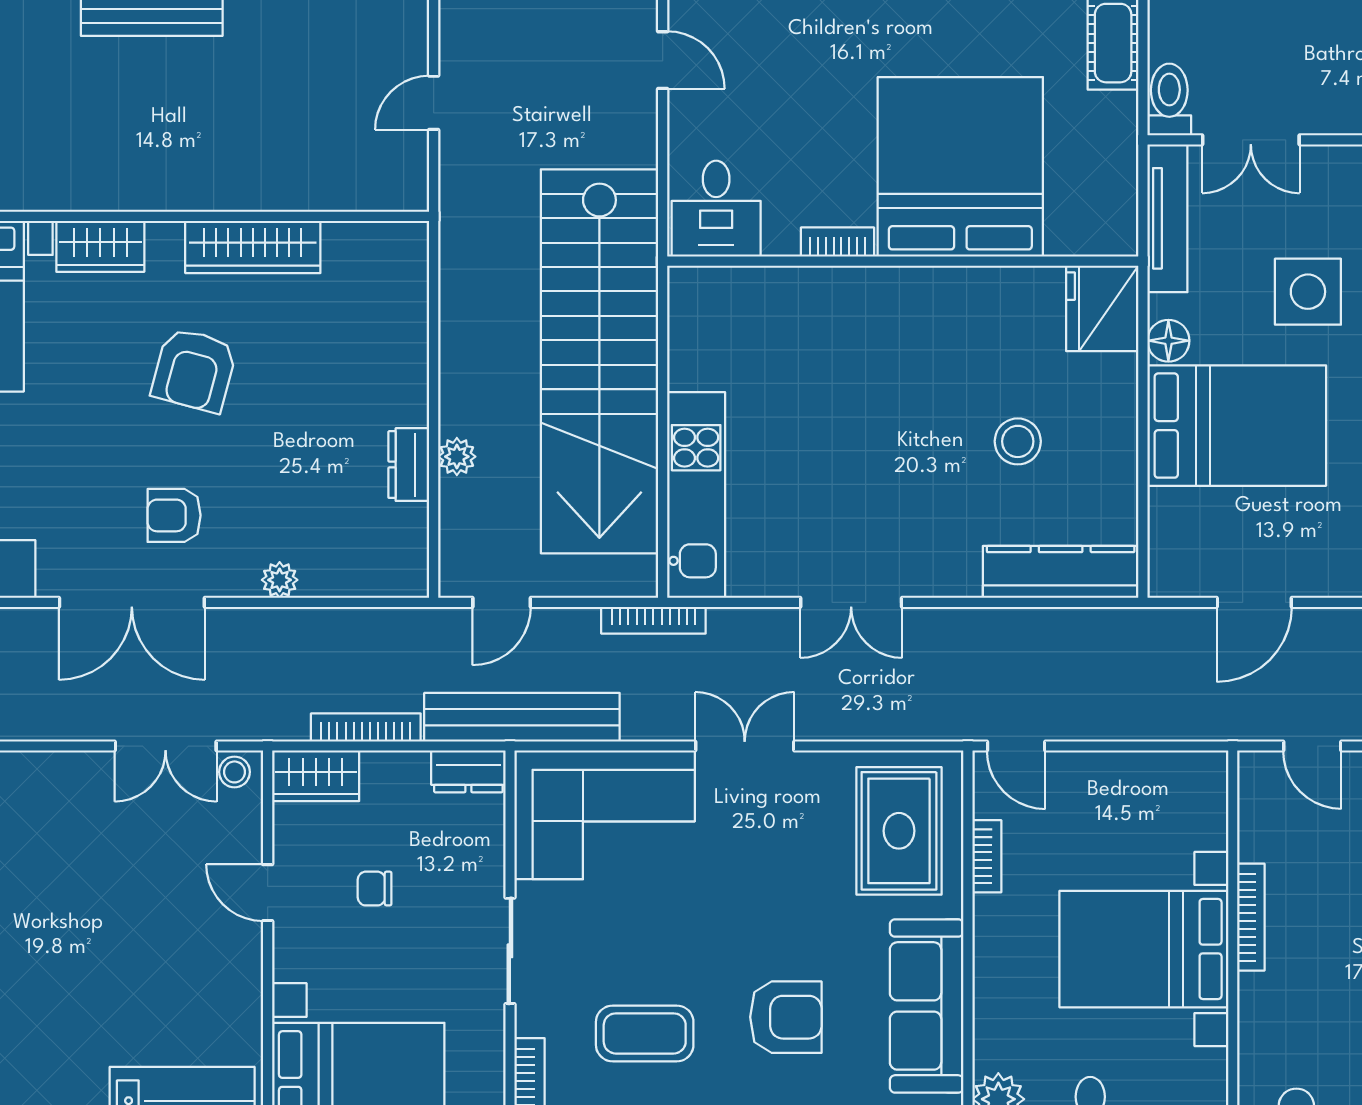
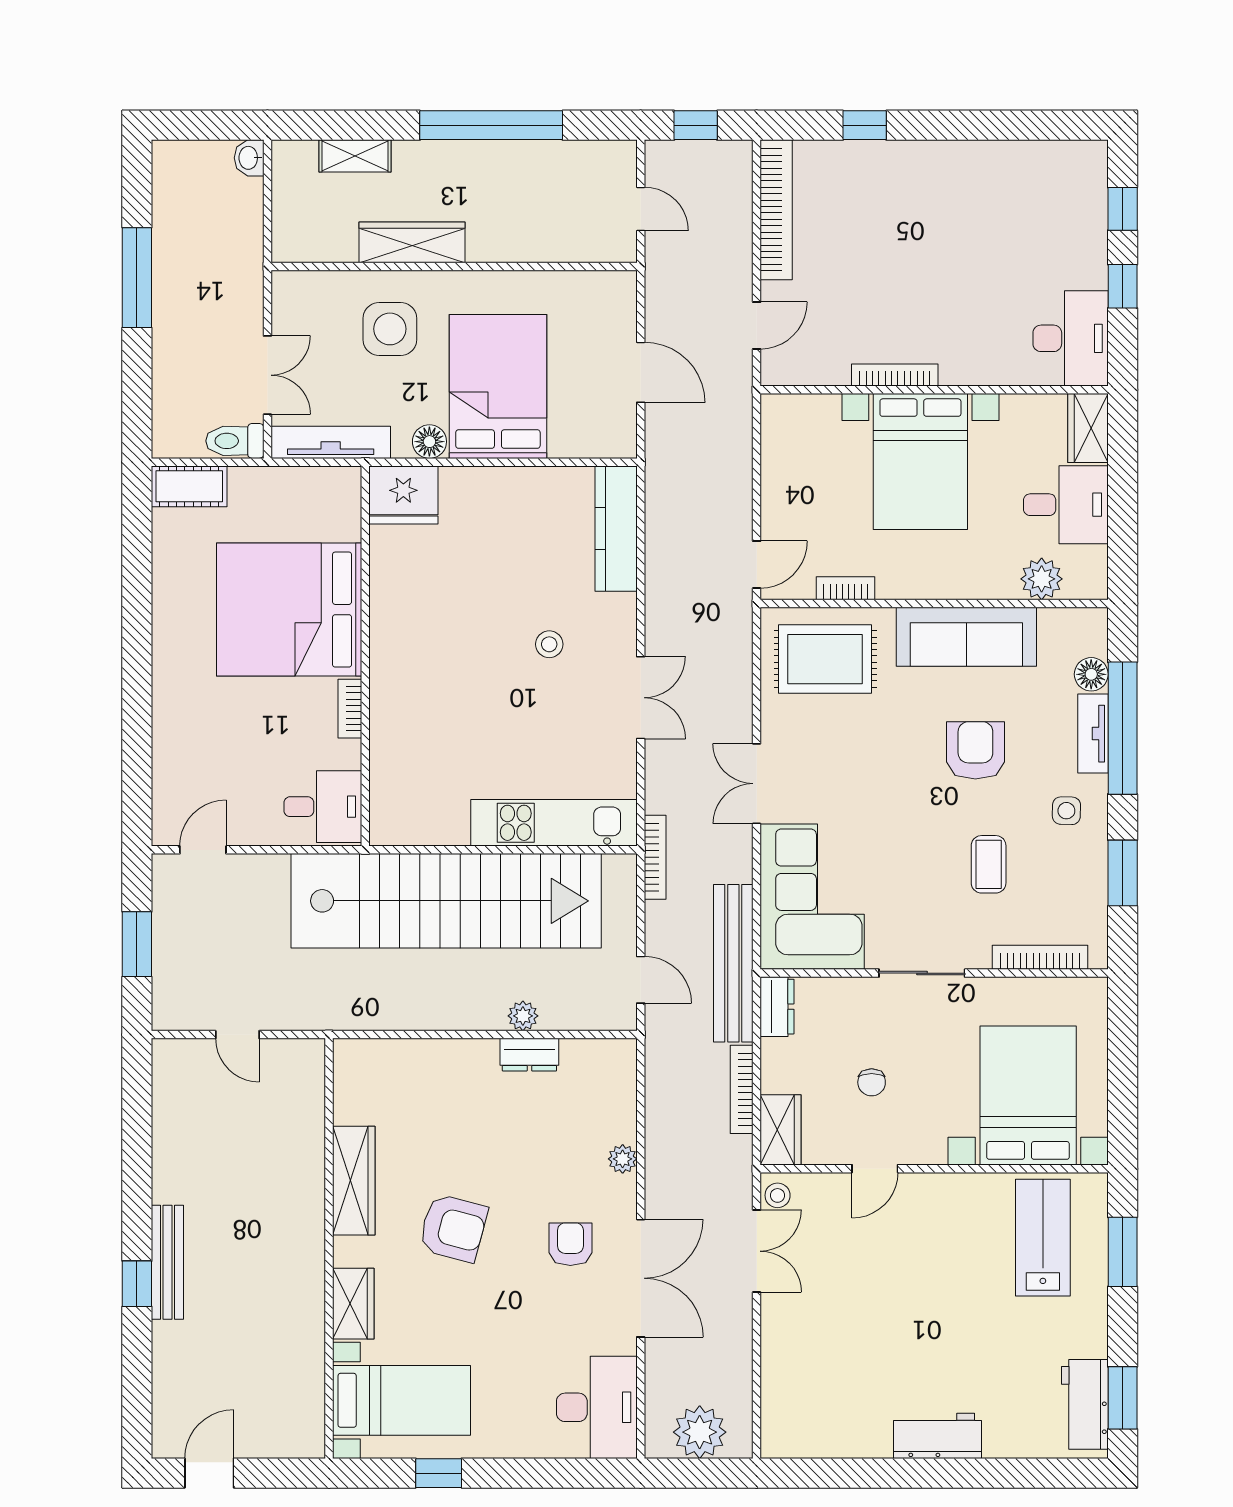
stool: (1018, 441) -> (549, 644), moved, width x0.73, depth x0.73
armchair: (174, 515) -> (570, 1244), turned 180
coffee table: (645, 1033) -> (989, 864), width x0.73, depth x0.77

